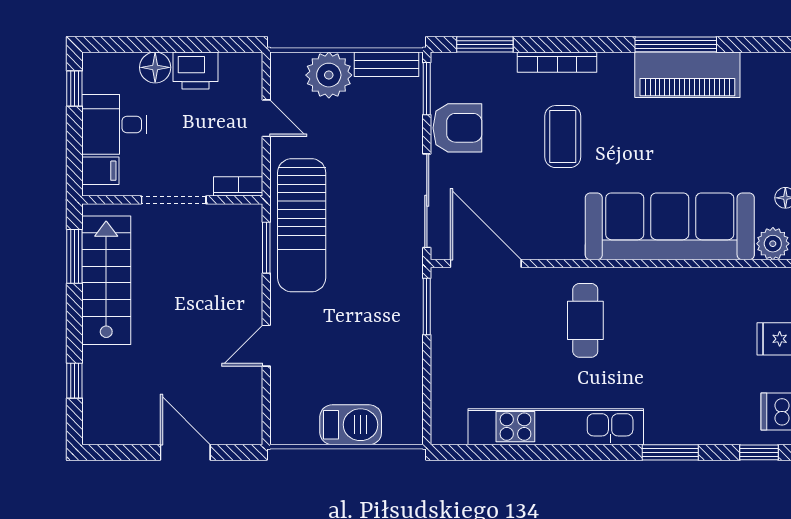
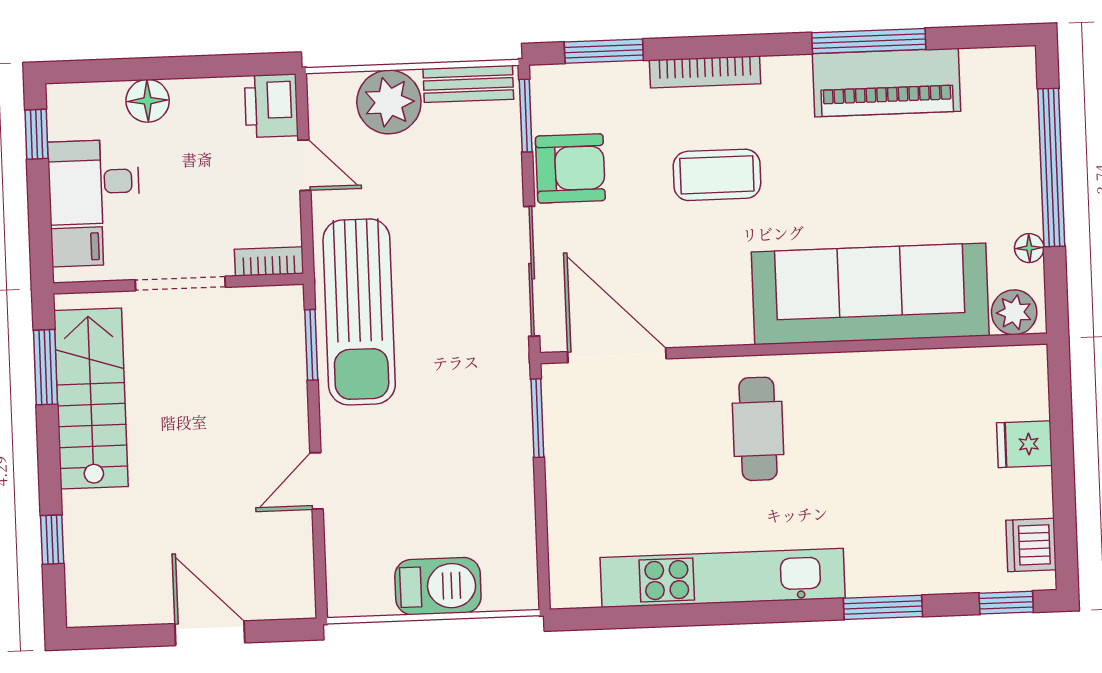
printer: (196, 71) -> (271, 106), moved, turned 90
coffee table: (563, 137) -> (717, 175), turned 90

